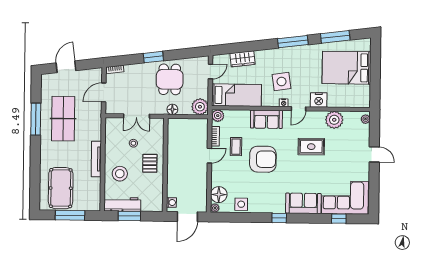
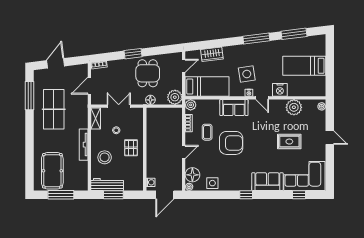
bed: (346, 68) -> (304, 66), width x0.67
door: (299, 109) -> (262, 98), hinge flipped
double door: (136, 116) -> (119, 106), swing flipped
window: (36, 119) -> (29, 96), moved
shelving: (110, 130) -> (96, 119), added
rug: (311, 147) -> (289, 142), moved
door: (209, 156) -> (184, 152), moved

